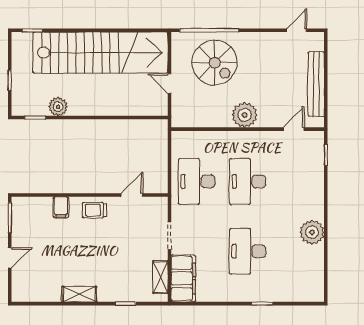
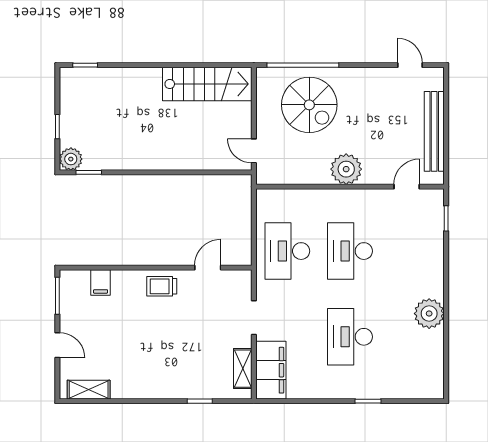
door: (296, 30) -> (410, 65), hinge flipped
stairs: (100, 53) -> (207, 84), width x0.54, depth x0.66
door: (169, 84) -> (254, 151), moved
plant: (58, 107) -> (71, 159), moved
filing cabinet: (61, 207) -> (101, 282), moved
door: (10, 258) -> (57, 345), hinge flipped
shelving: (79, 294) -> (89, 390), moved

